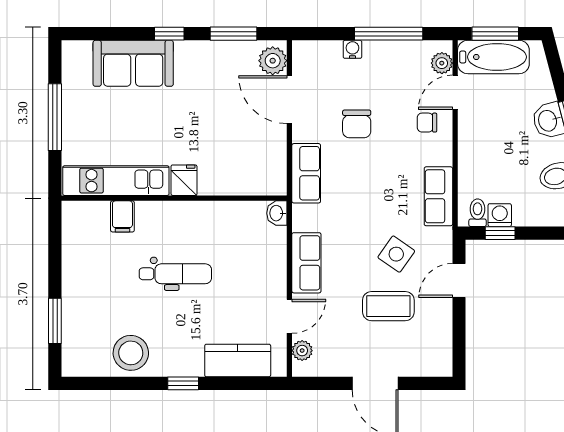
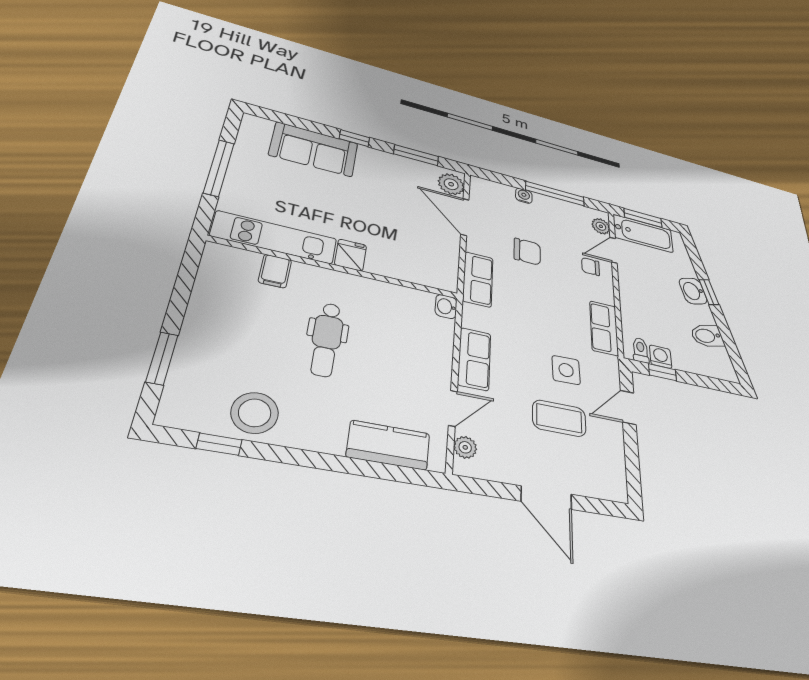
chair: (357, 124) -> (527, 252), turned -90
side table: (396, 254) -> (566, 370), turned -37
dental chair: (175, 274) -> (327, 339), turned 90
window: (183, 383) -> (219, 444), moved

